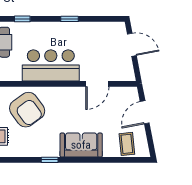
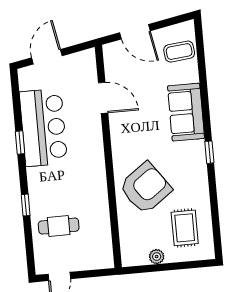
bar counter: (51, 65) -> (43, 128), moved, turned 180

